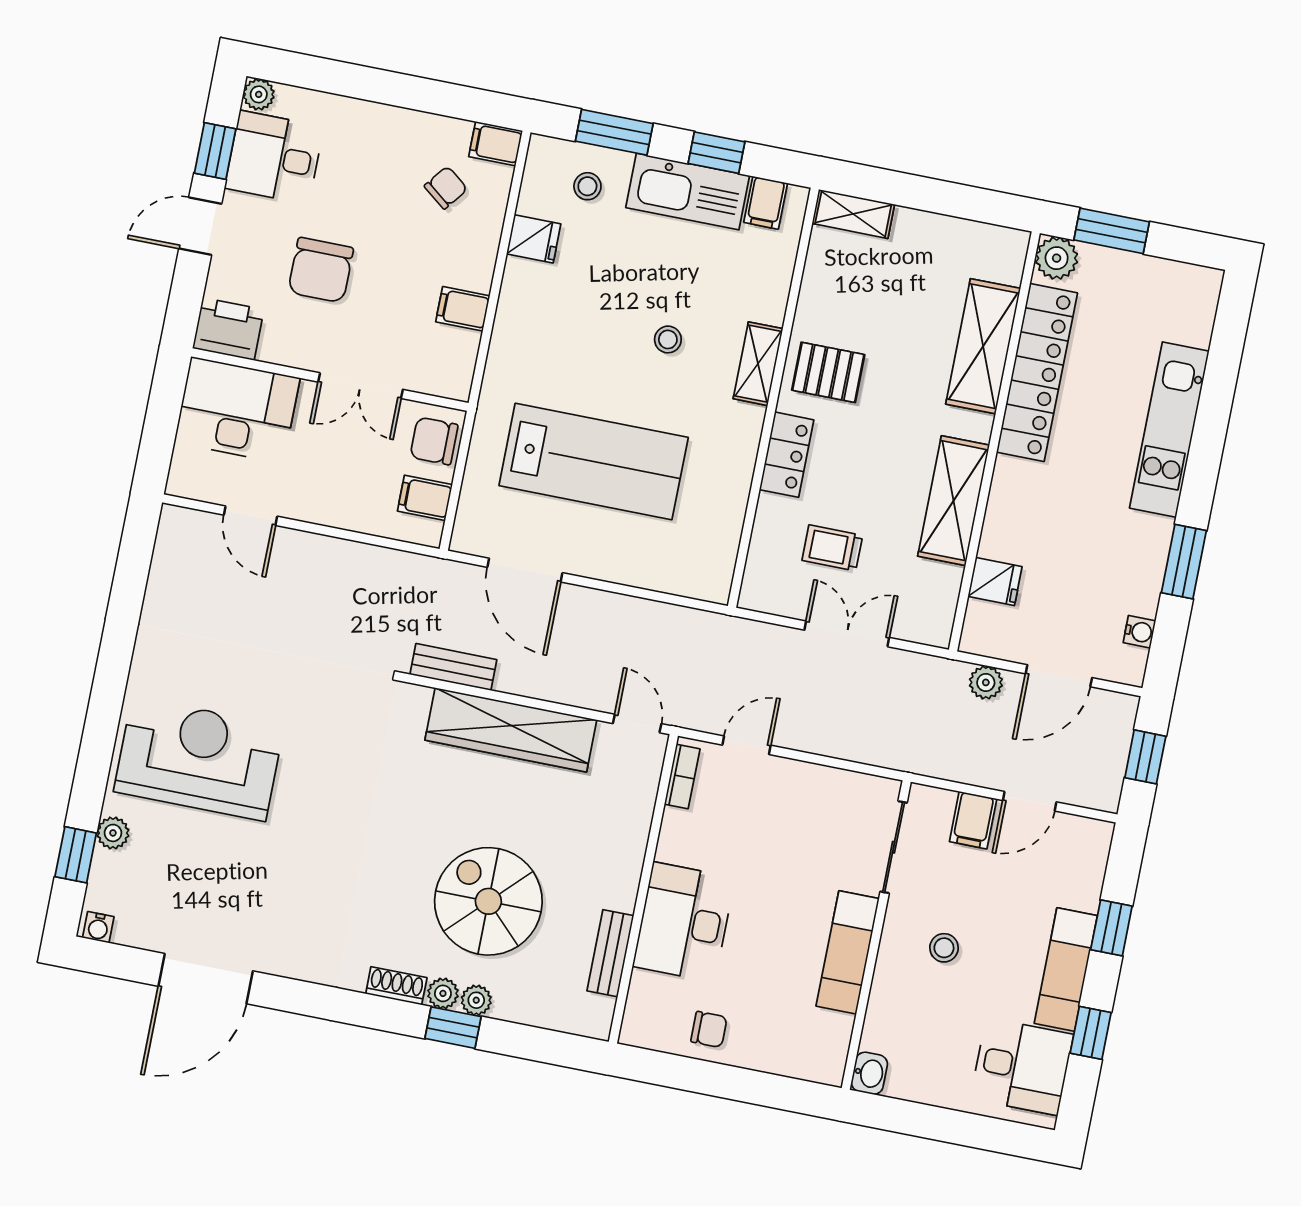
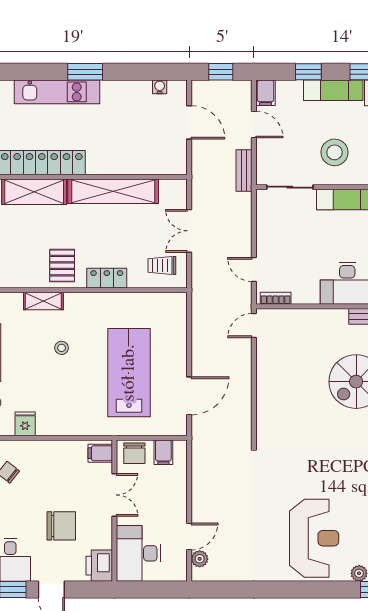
filing cabinet: (463, 309) -> (100, 453), moved, turned 90
shelving: (758, 364) -> (43, 301), moved
shelving: (954, 501) -> (113, 191), width x1.47
trolley: (832, 548) -> (162, 265), moved, turned 90
window: (1184, 562) -> (85, 72), moved
fridge: (995, 581) -> (149, 163), removed
bench: (453, 667) -> (244, 171), moved
plant: (986, 682) -> (200, 559), moved
wardrobe: (511, 730) -> (269, 387), removed
reception desk: (199, 759) -> (314, 538), turned 180
filing cabinet: (973, 820) -> (266, 93), moved, turned 90
stool: (944, 948) -> (335, 152), width x1.89, depth x1.89

